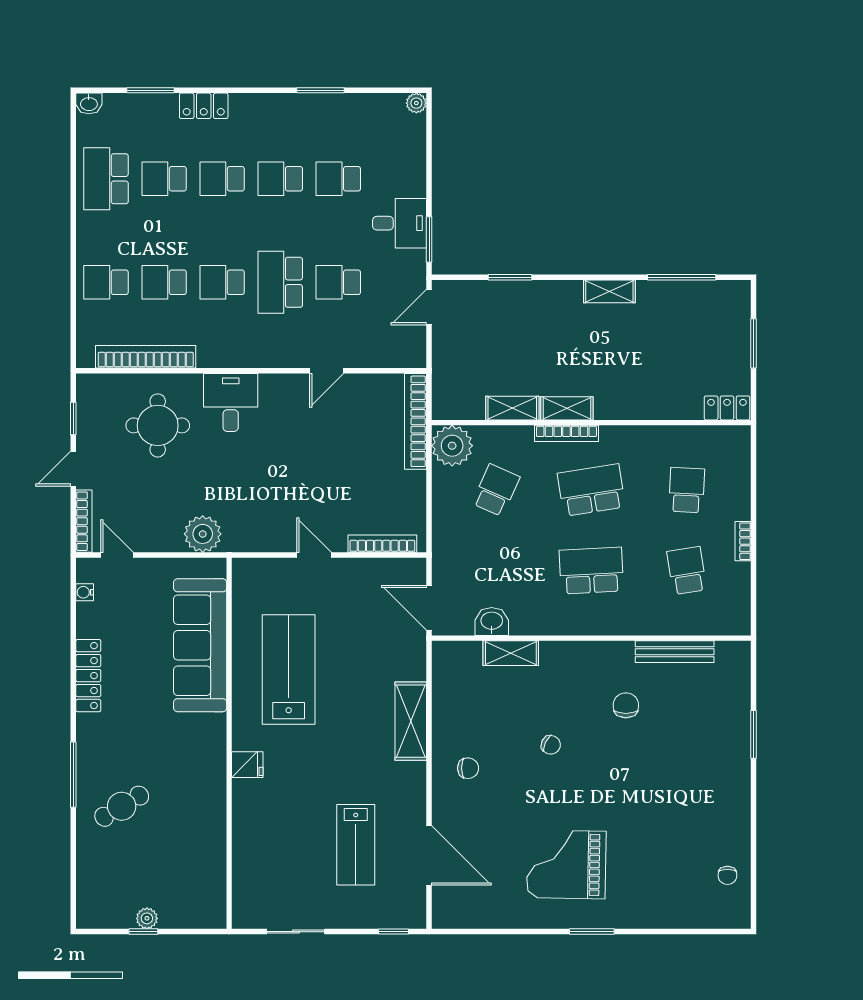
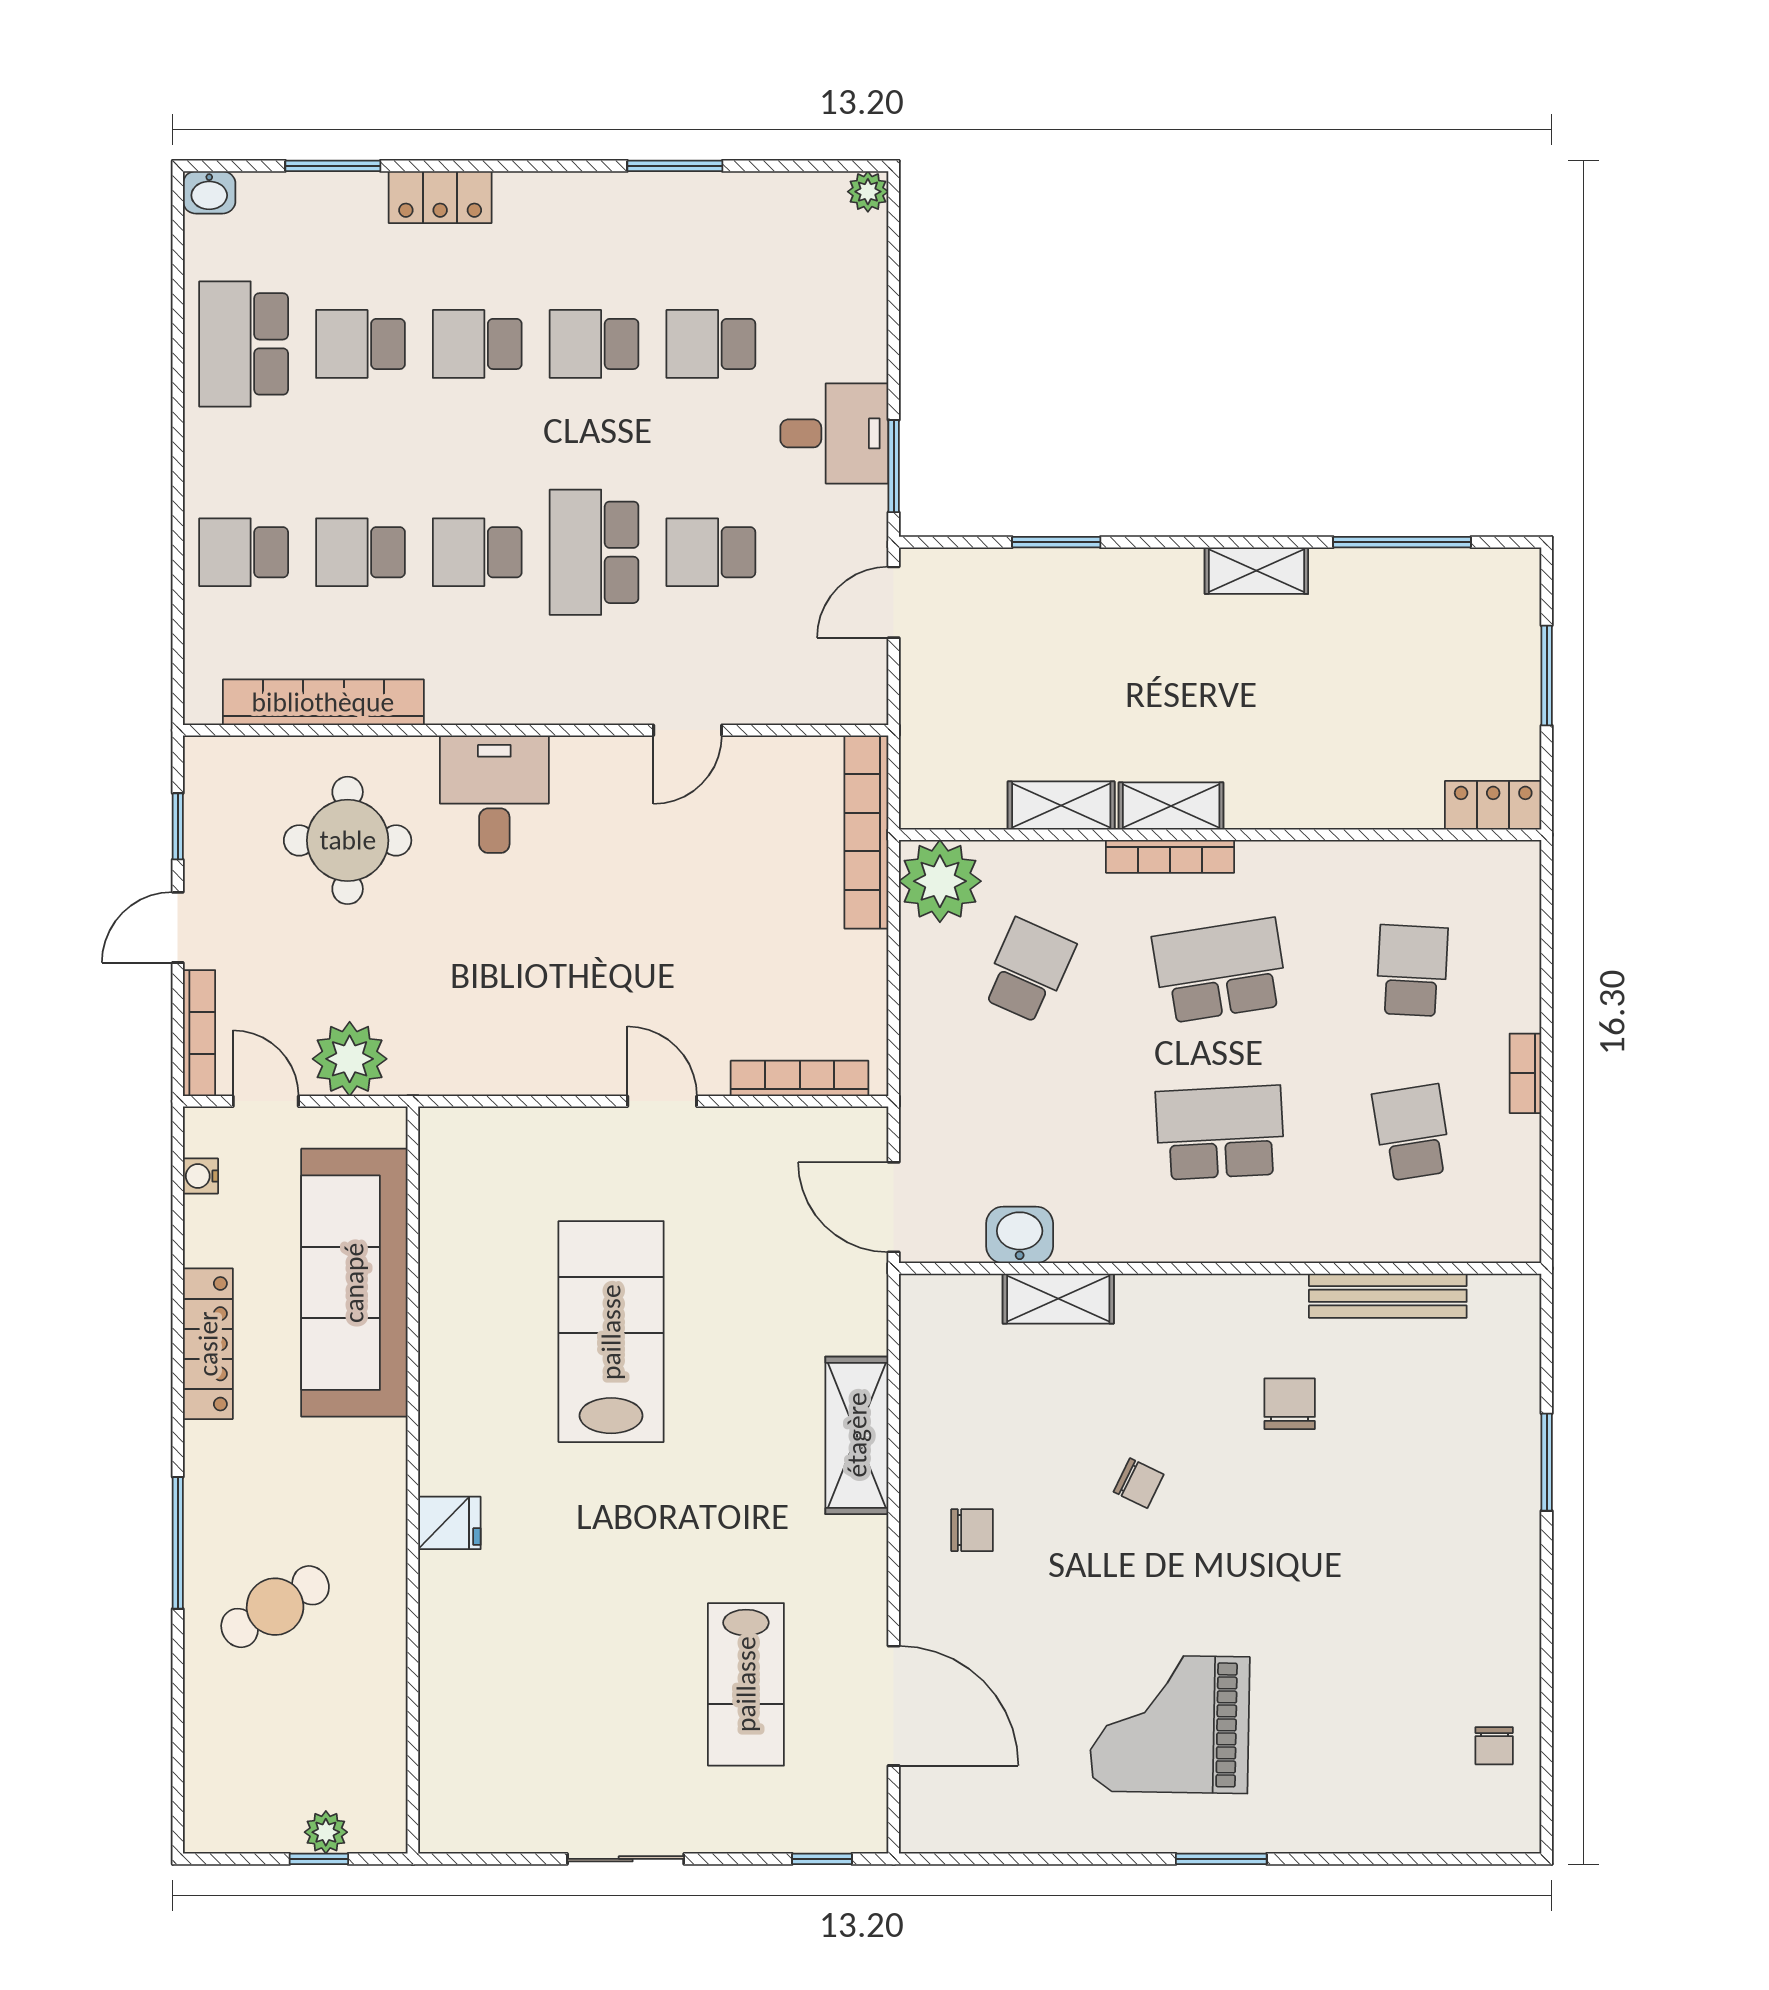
plant: (203, 534) -> (350, 1059), moved
sofa: (200, 645) -> (354, 1283), moved
wall: (229, 743) -> (413, 1480), moved
fridge: (247, 765) -> (449, 1523), moved

